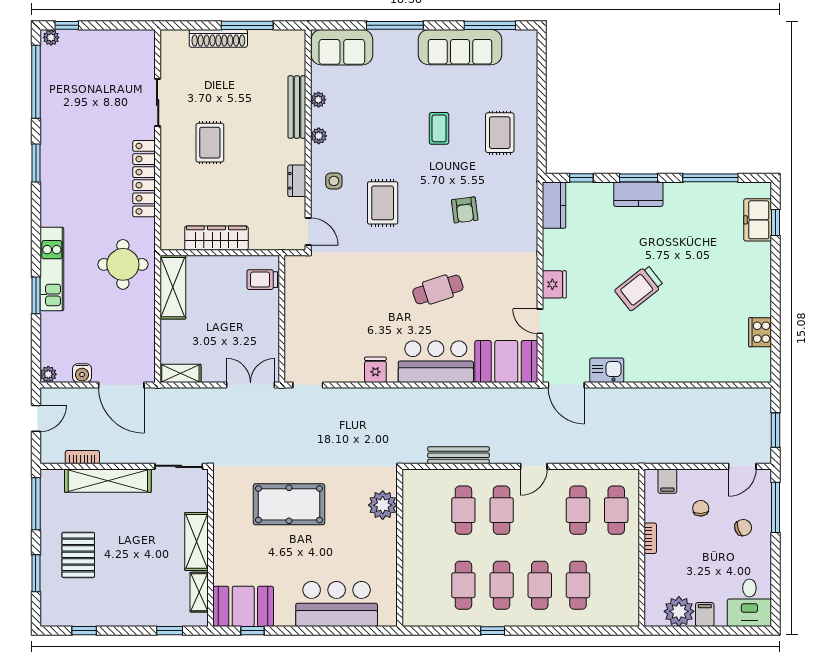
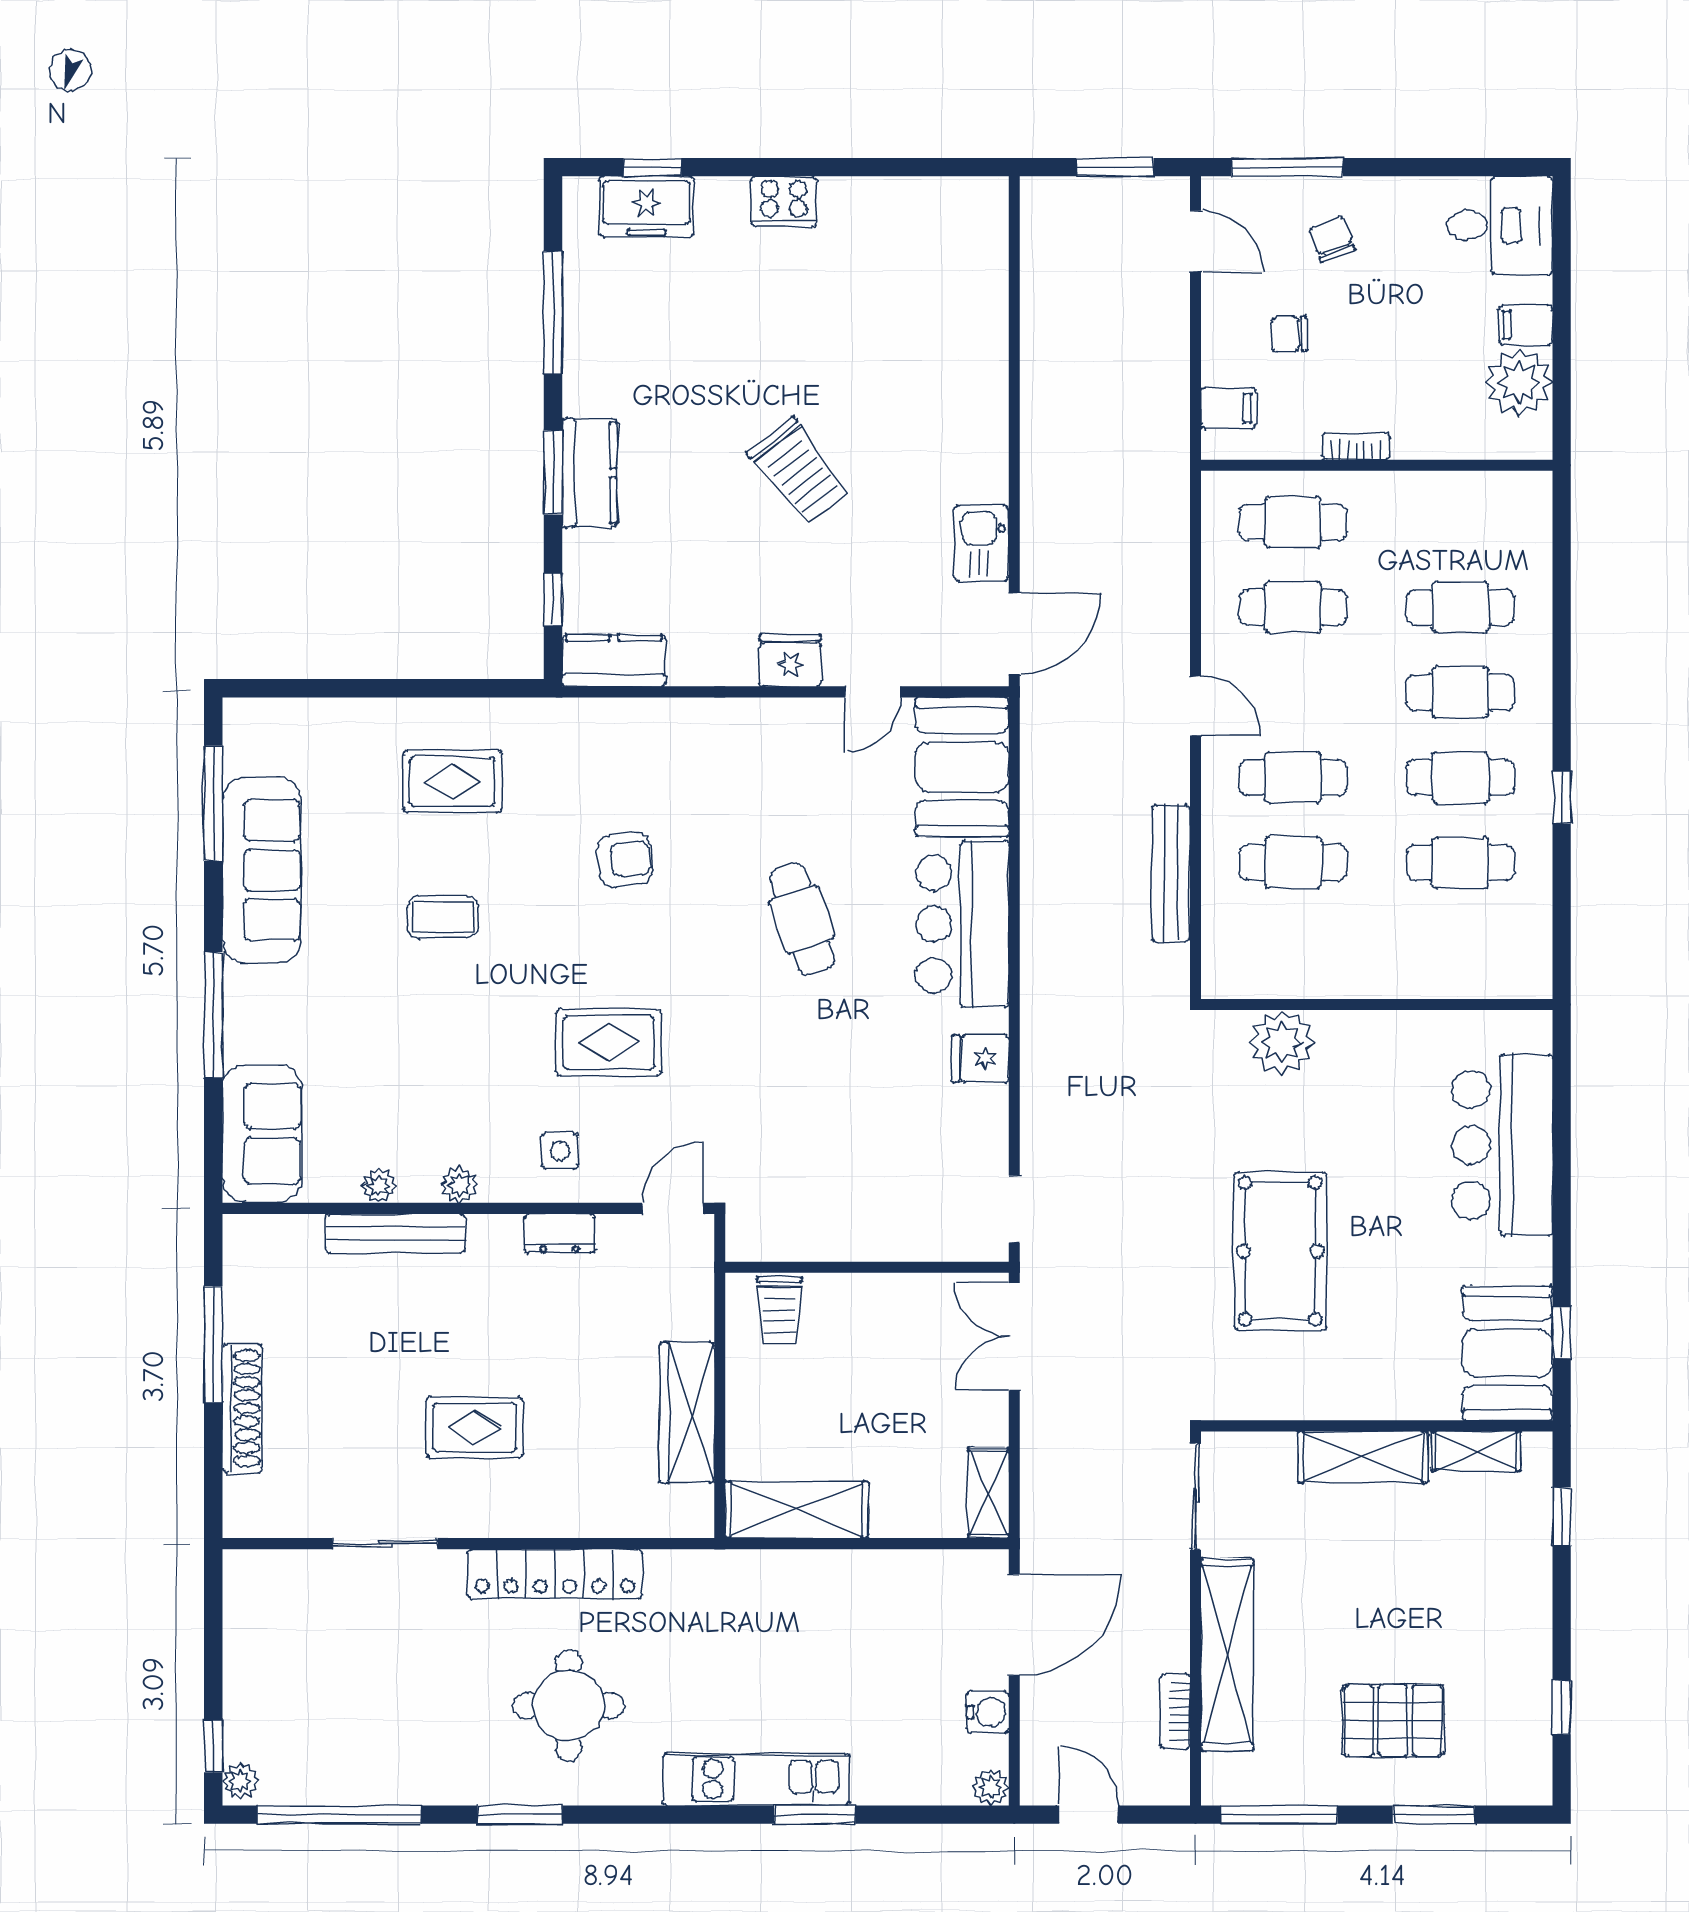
round table: (123, 264) -> (569, 1706), moved
cooker: (760, 332) -> (784, 202), moved

